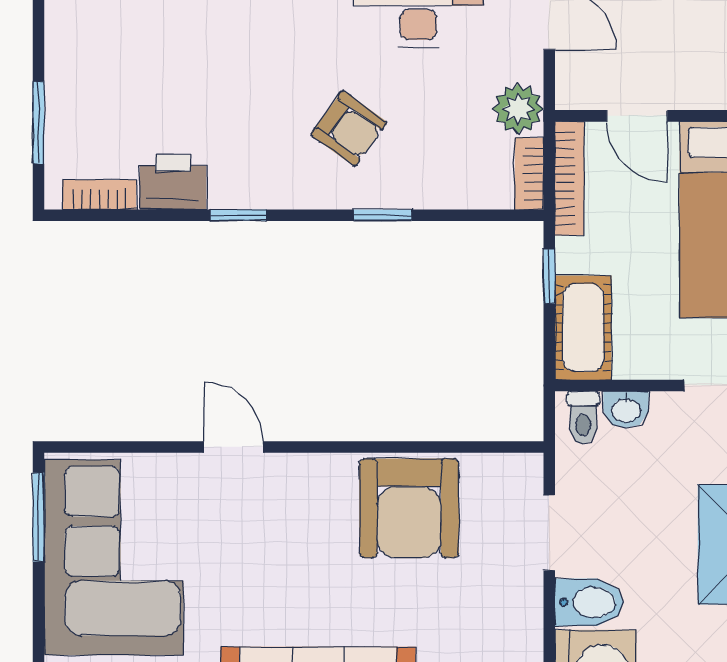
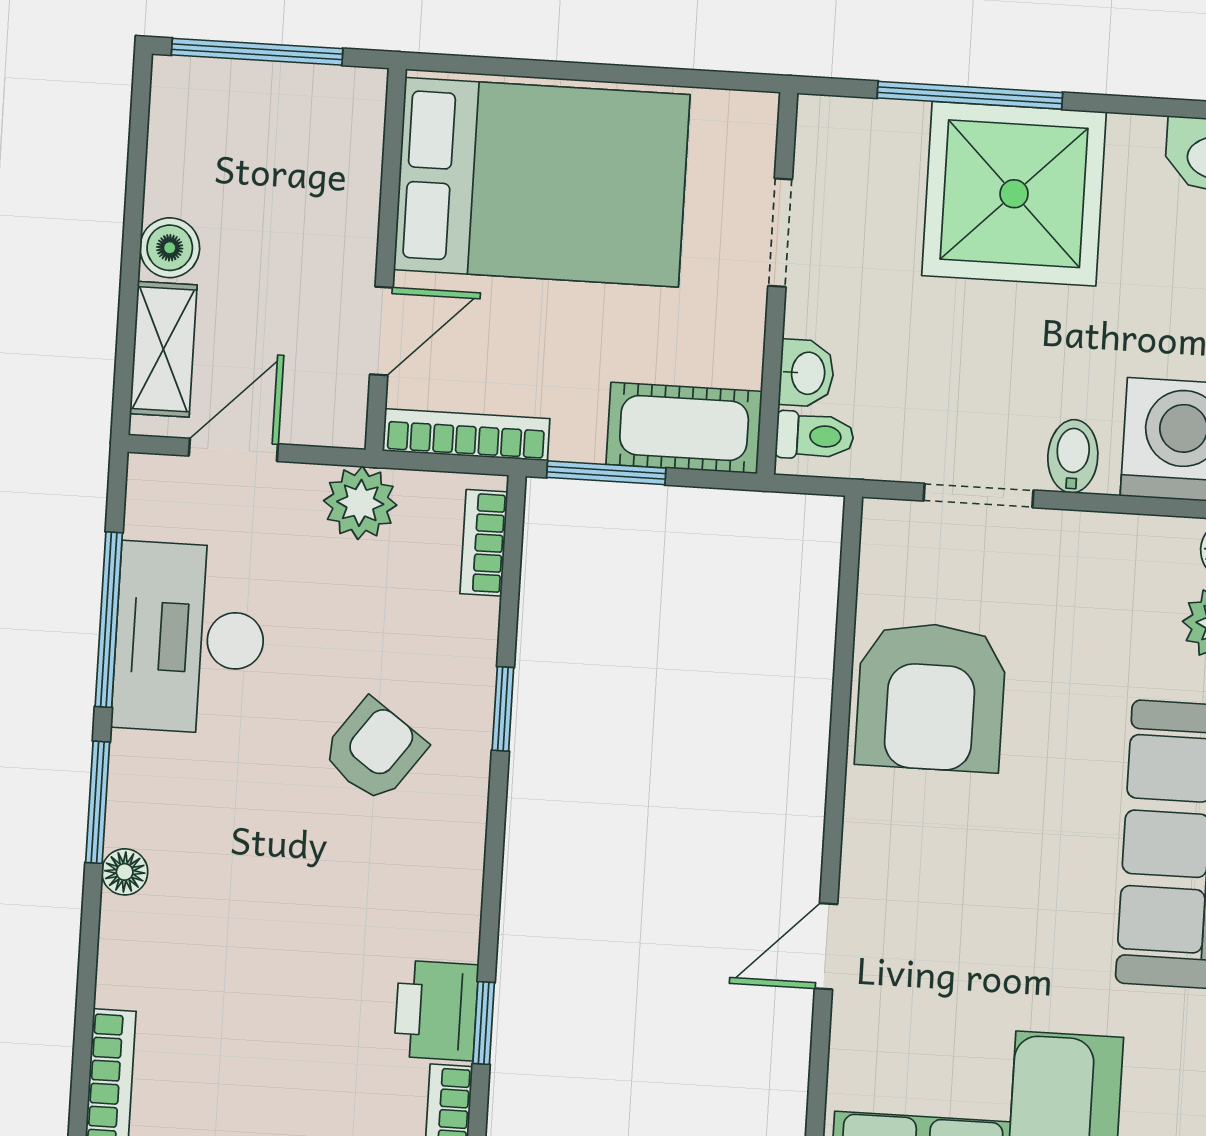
bookcase: (529, 174) -> (484, 543), moved, turned 90
window: (238, 215) -> (484, 1023), moved
window: (549, 276) -> (606, 473), width x1.50
armchair: (409, 508) -> (931, 697), turned 90
bidet: (589, 602) -> (1073, 456), width x0.72, depth x0.74

